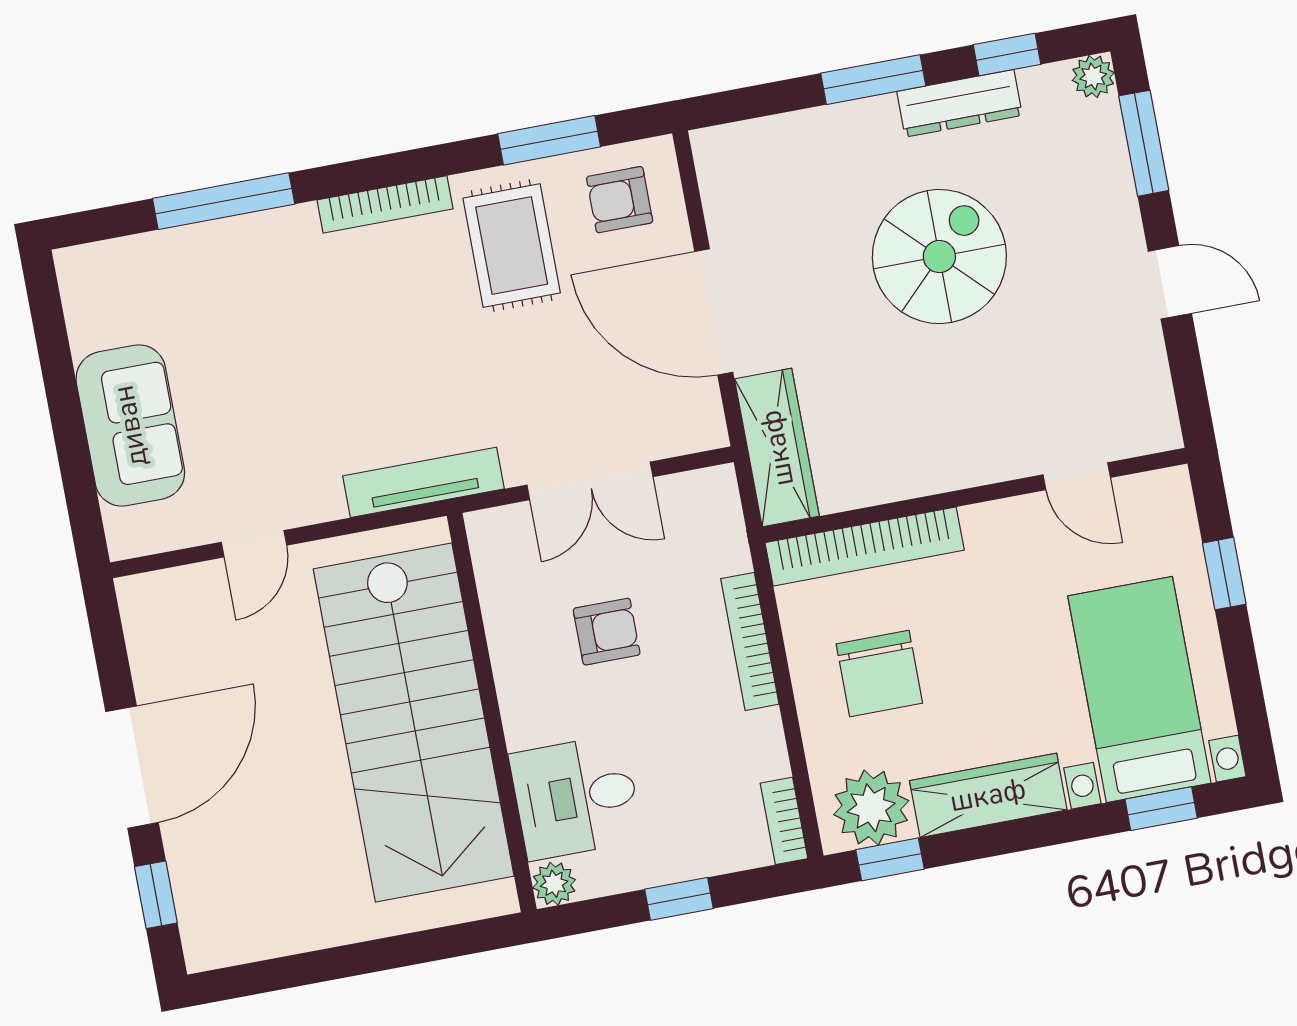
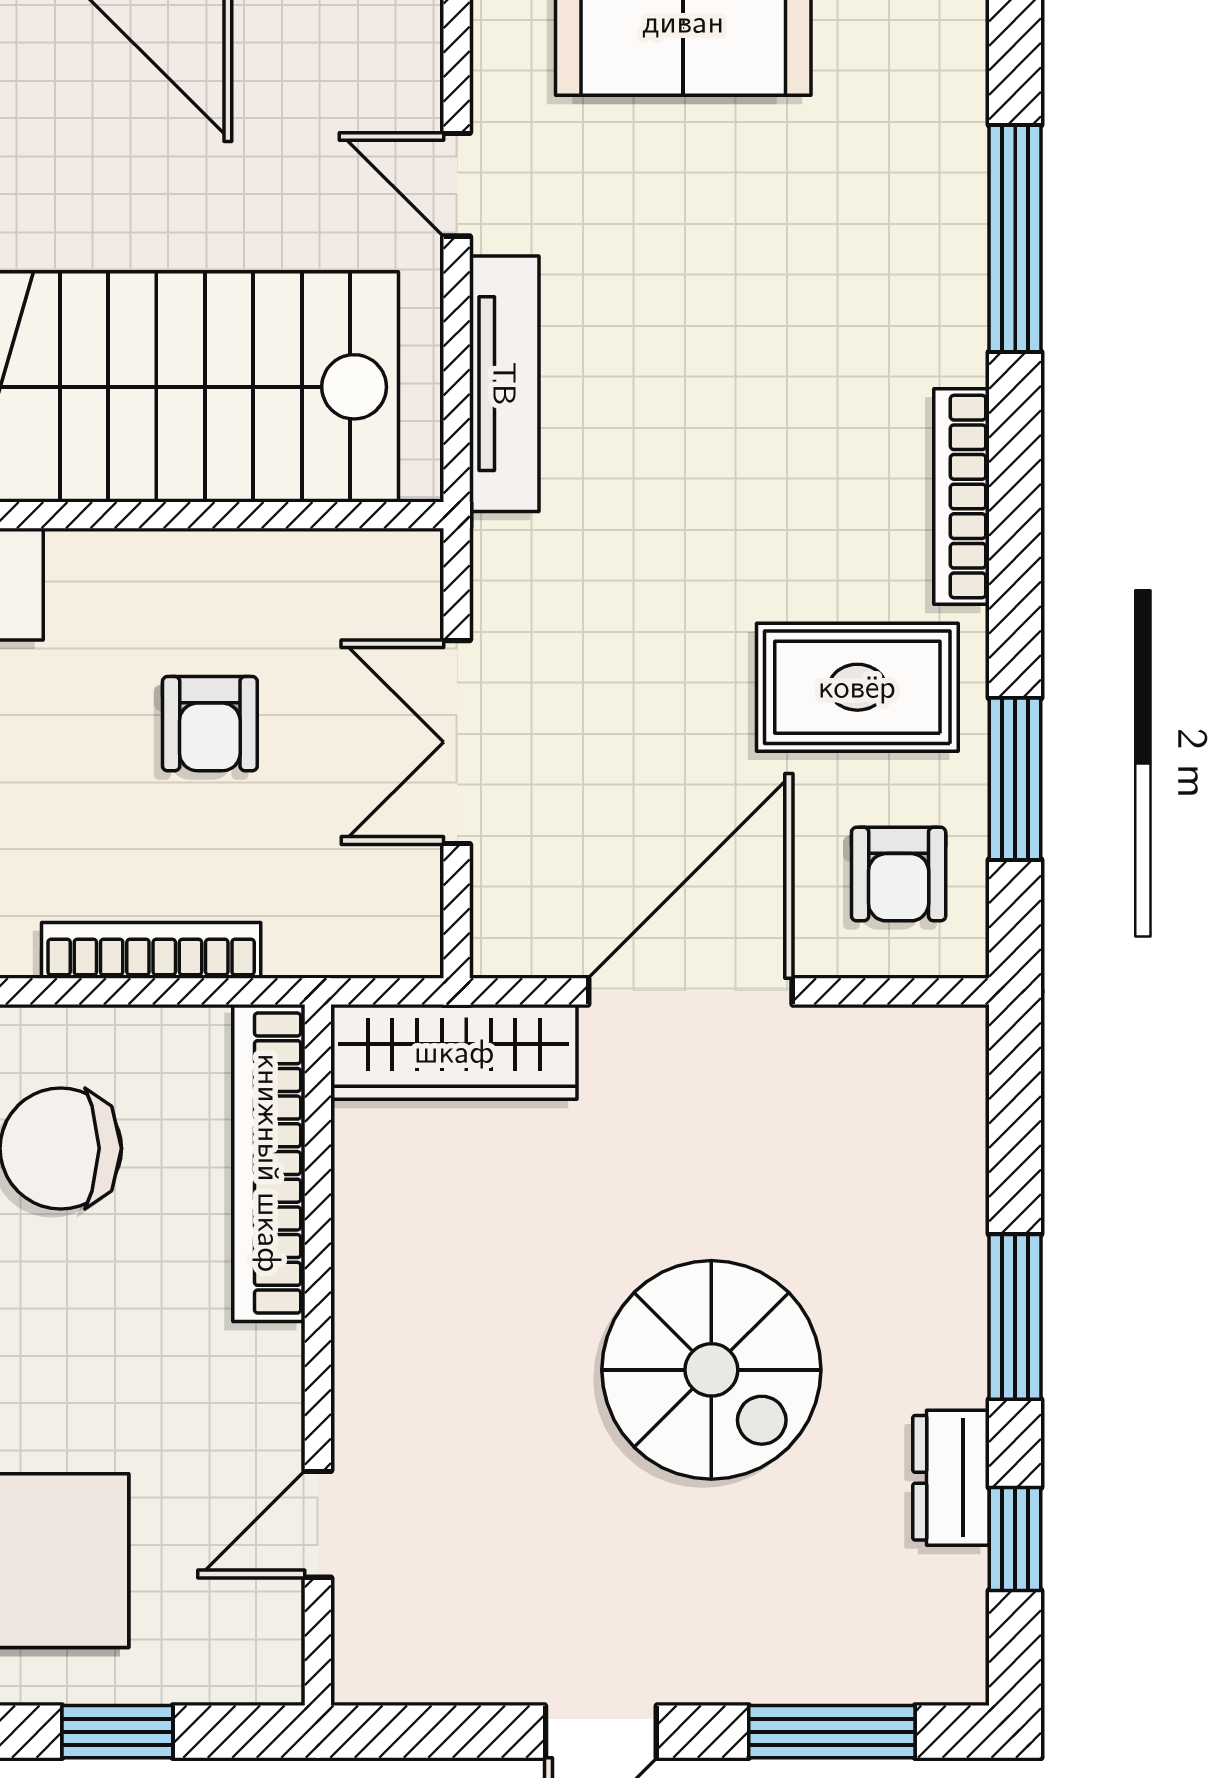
plant: (1093, 77) -> (954, 1671), removed
dresser: (960, 103) -> (951, 1478), width x0.70
armchair: (620, 200) -> (899, 874), turned 180
tv unit: (423, 482) -> (504, 384), moved

